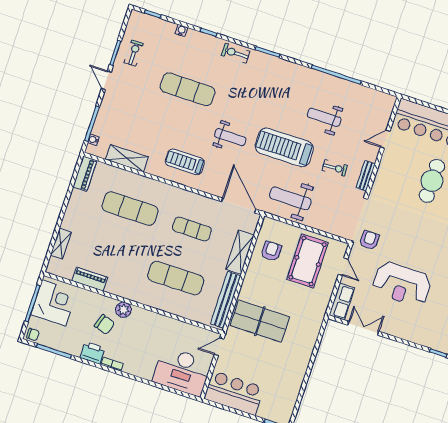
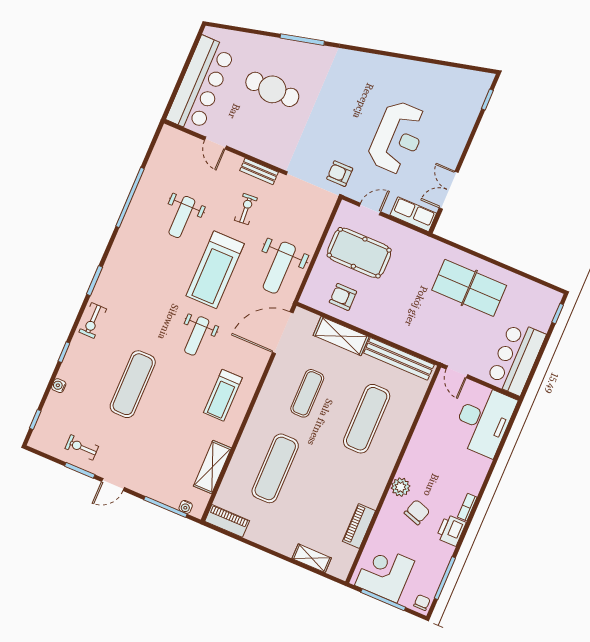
weight bench: (230, 137) -> (197, 336), turned 180
table tennis table: (260, 321) -> (469, 288), moved, turned 90

